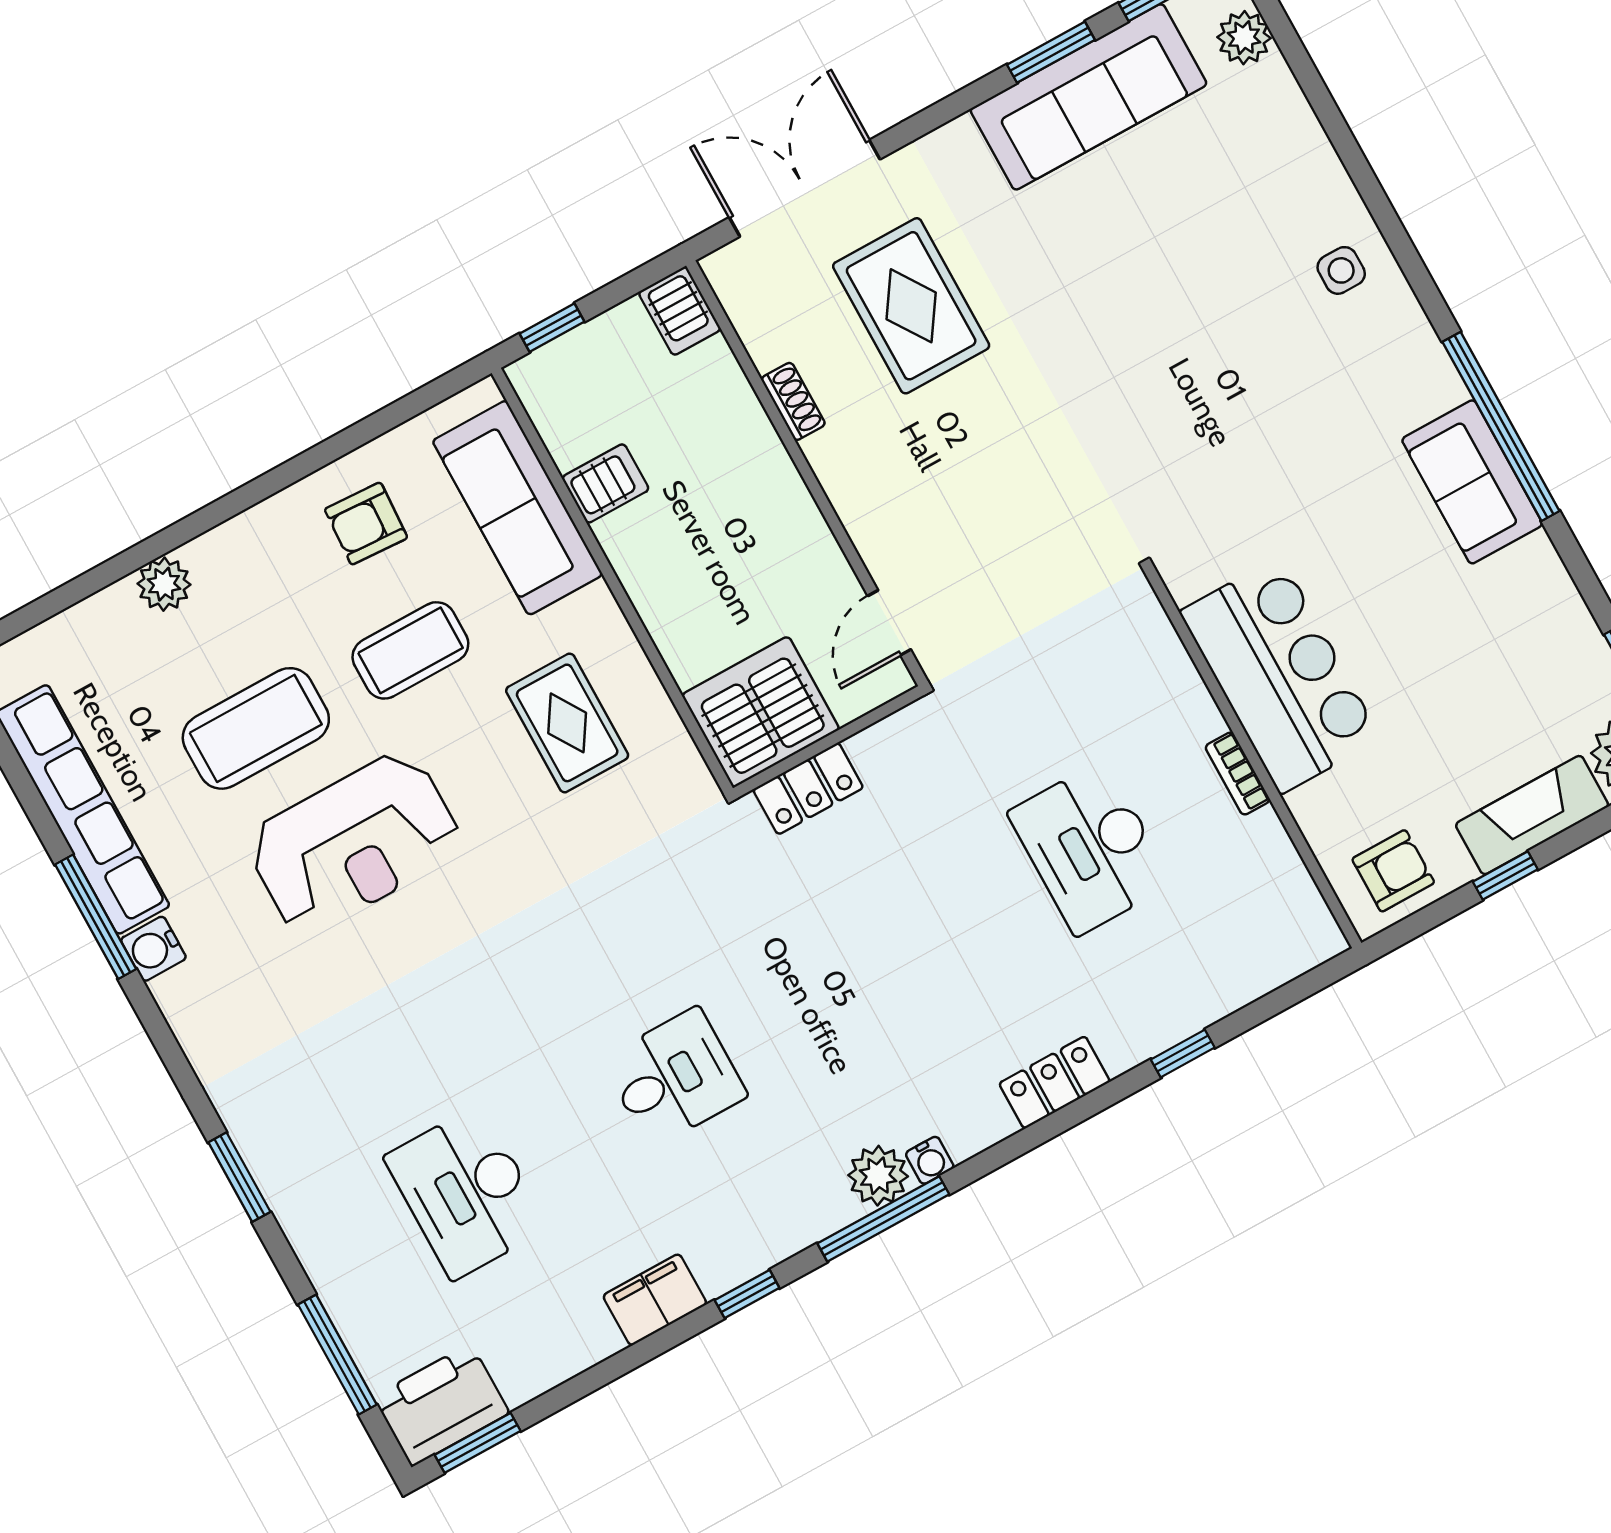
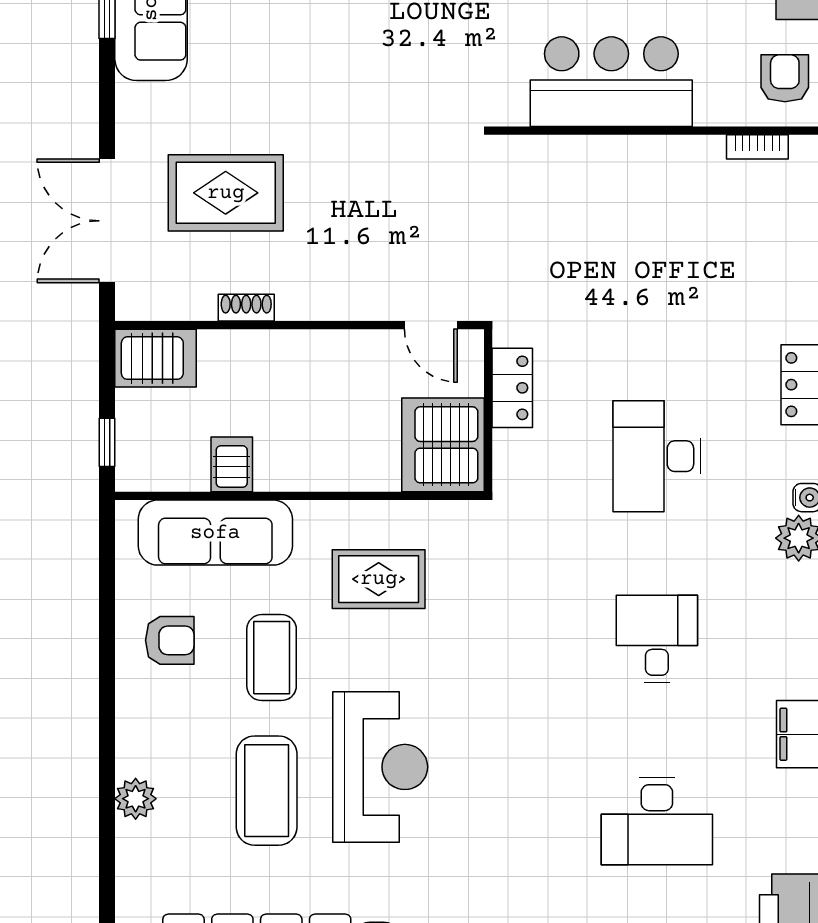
server rack: (680, 311) -> (156, 358), width x1.36, depth x1.44
armchair: (366, 524) -> (170, 640), turned -93
bookcase: (1238, 773) -> (757, 147), moved
locker: (808, 789) -> (512, 388), moved
desk: (1090, 848) -> (657, 456), moved, turned 90

